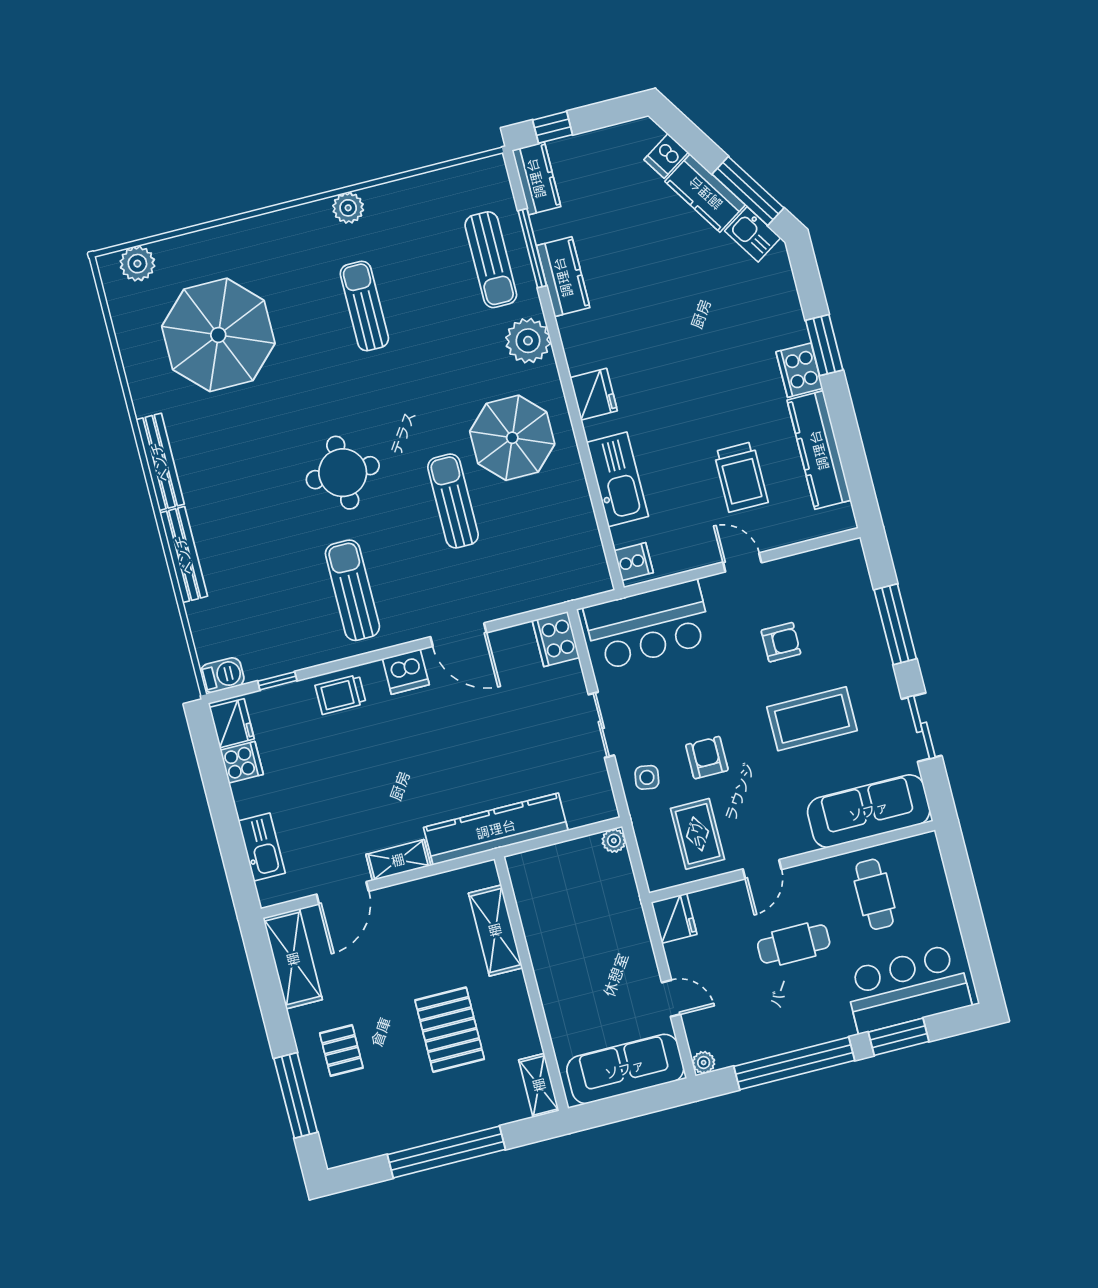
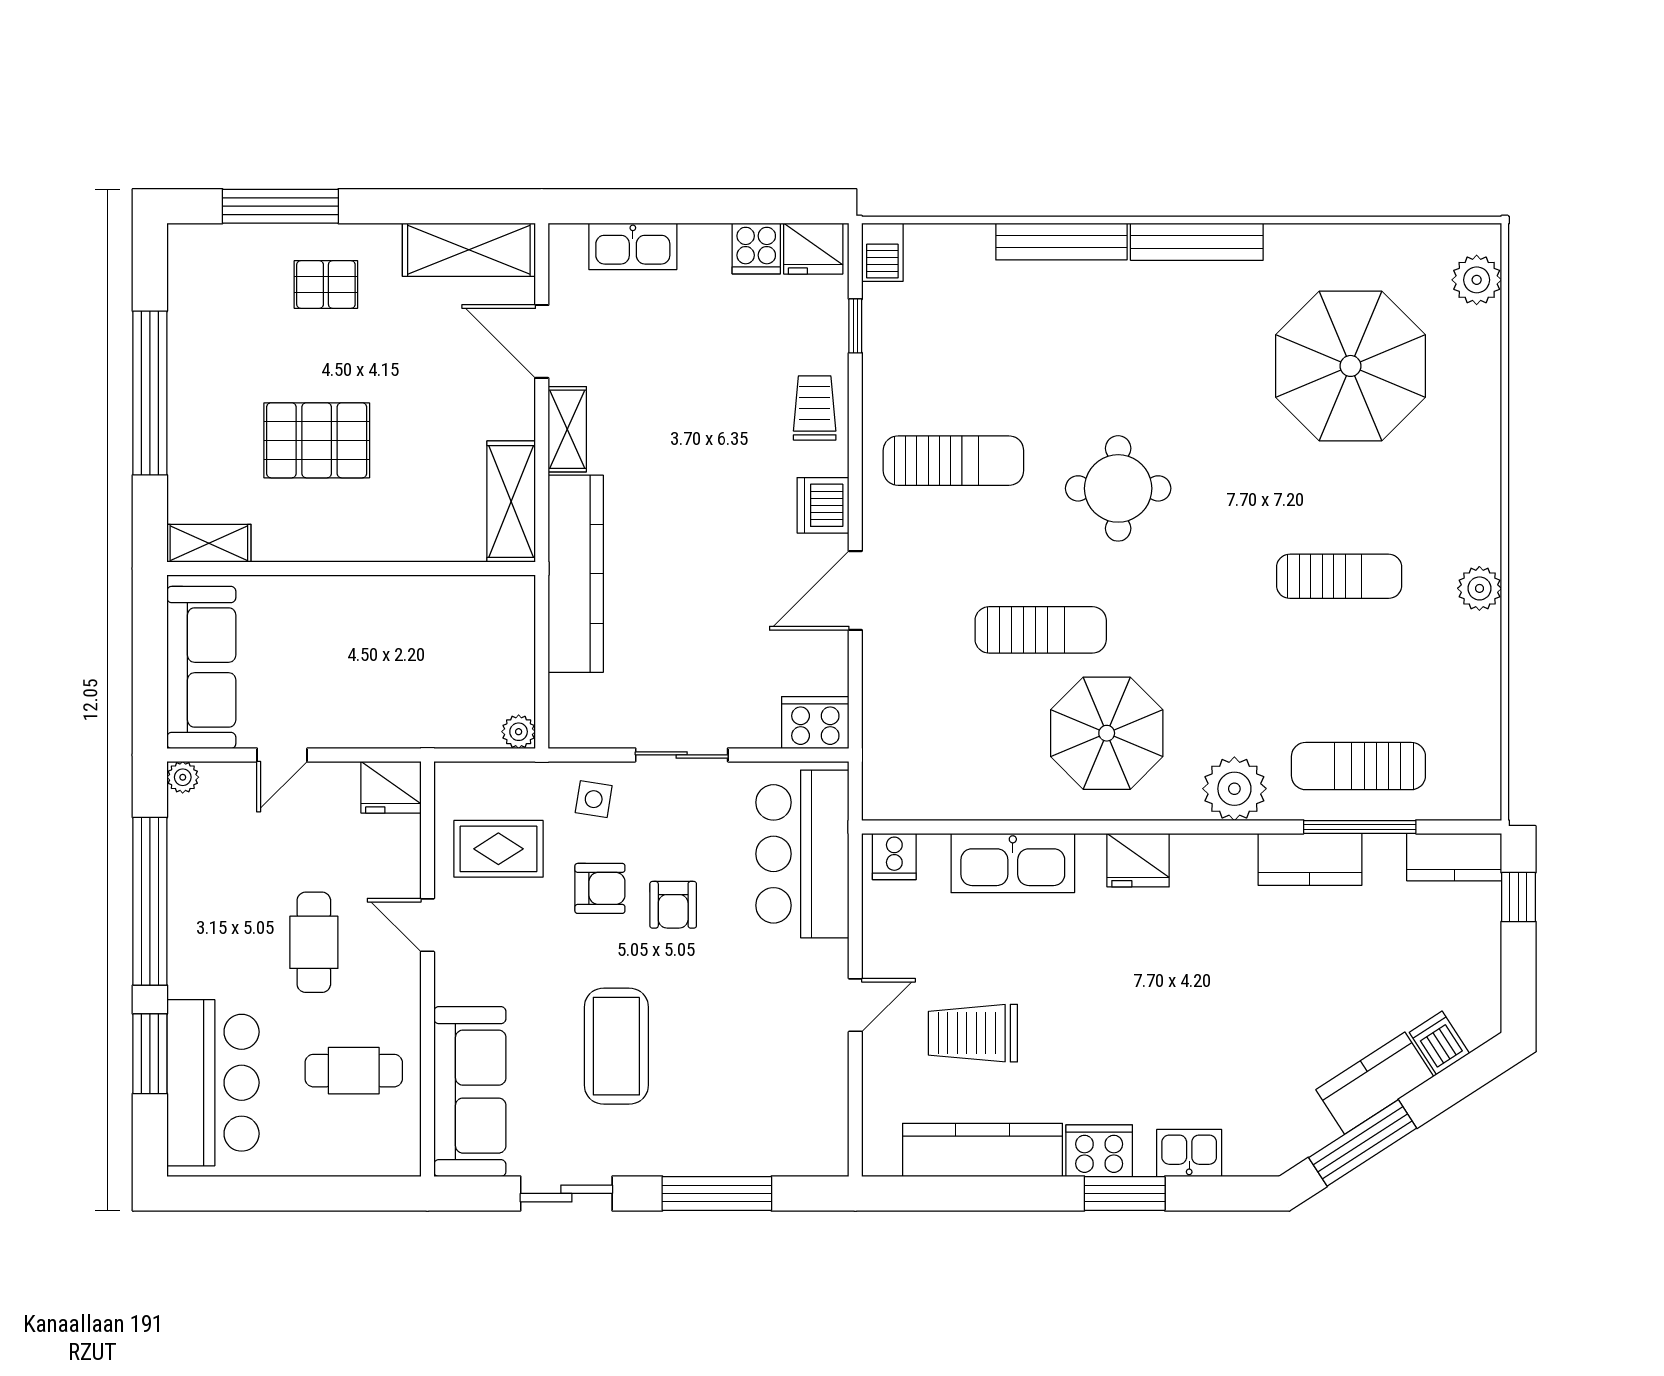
kitchen sink: (753, 234) -> (1189, 1153), moved, turned 33
armchair: (781, 642) -> (673, 905), moved
shelving: (495, 930) -> (511, 502), moved, turned 90

